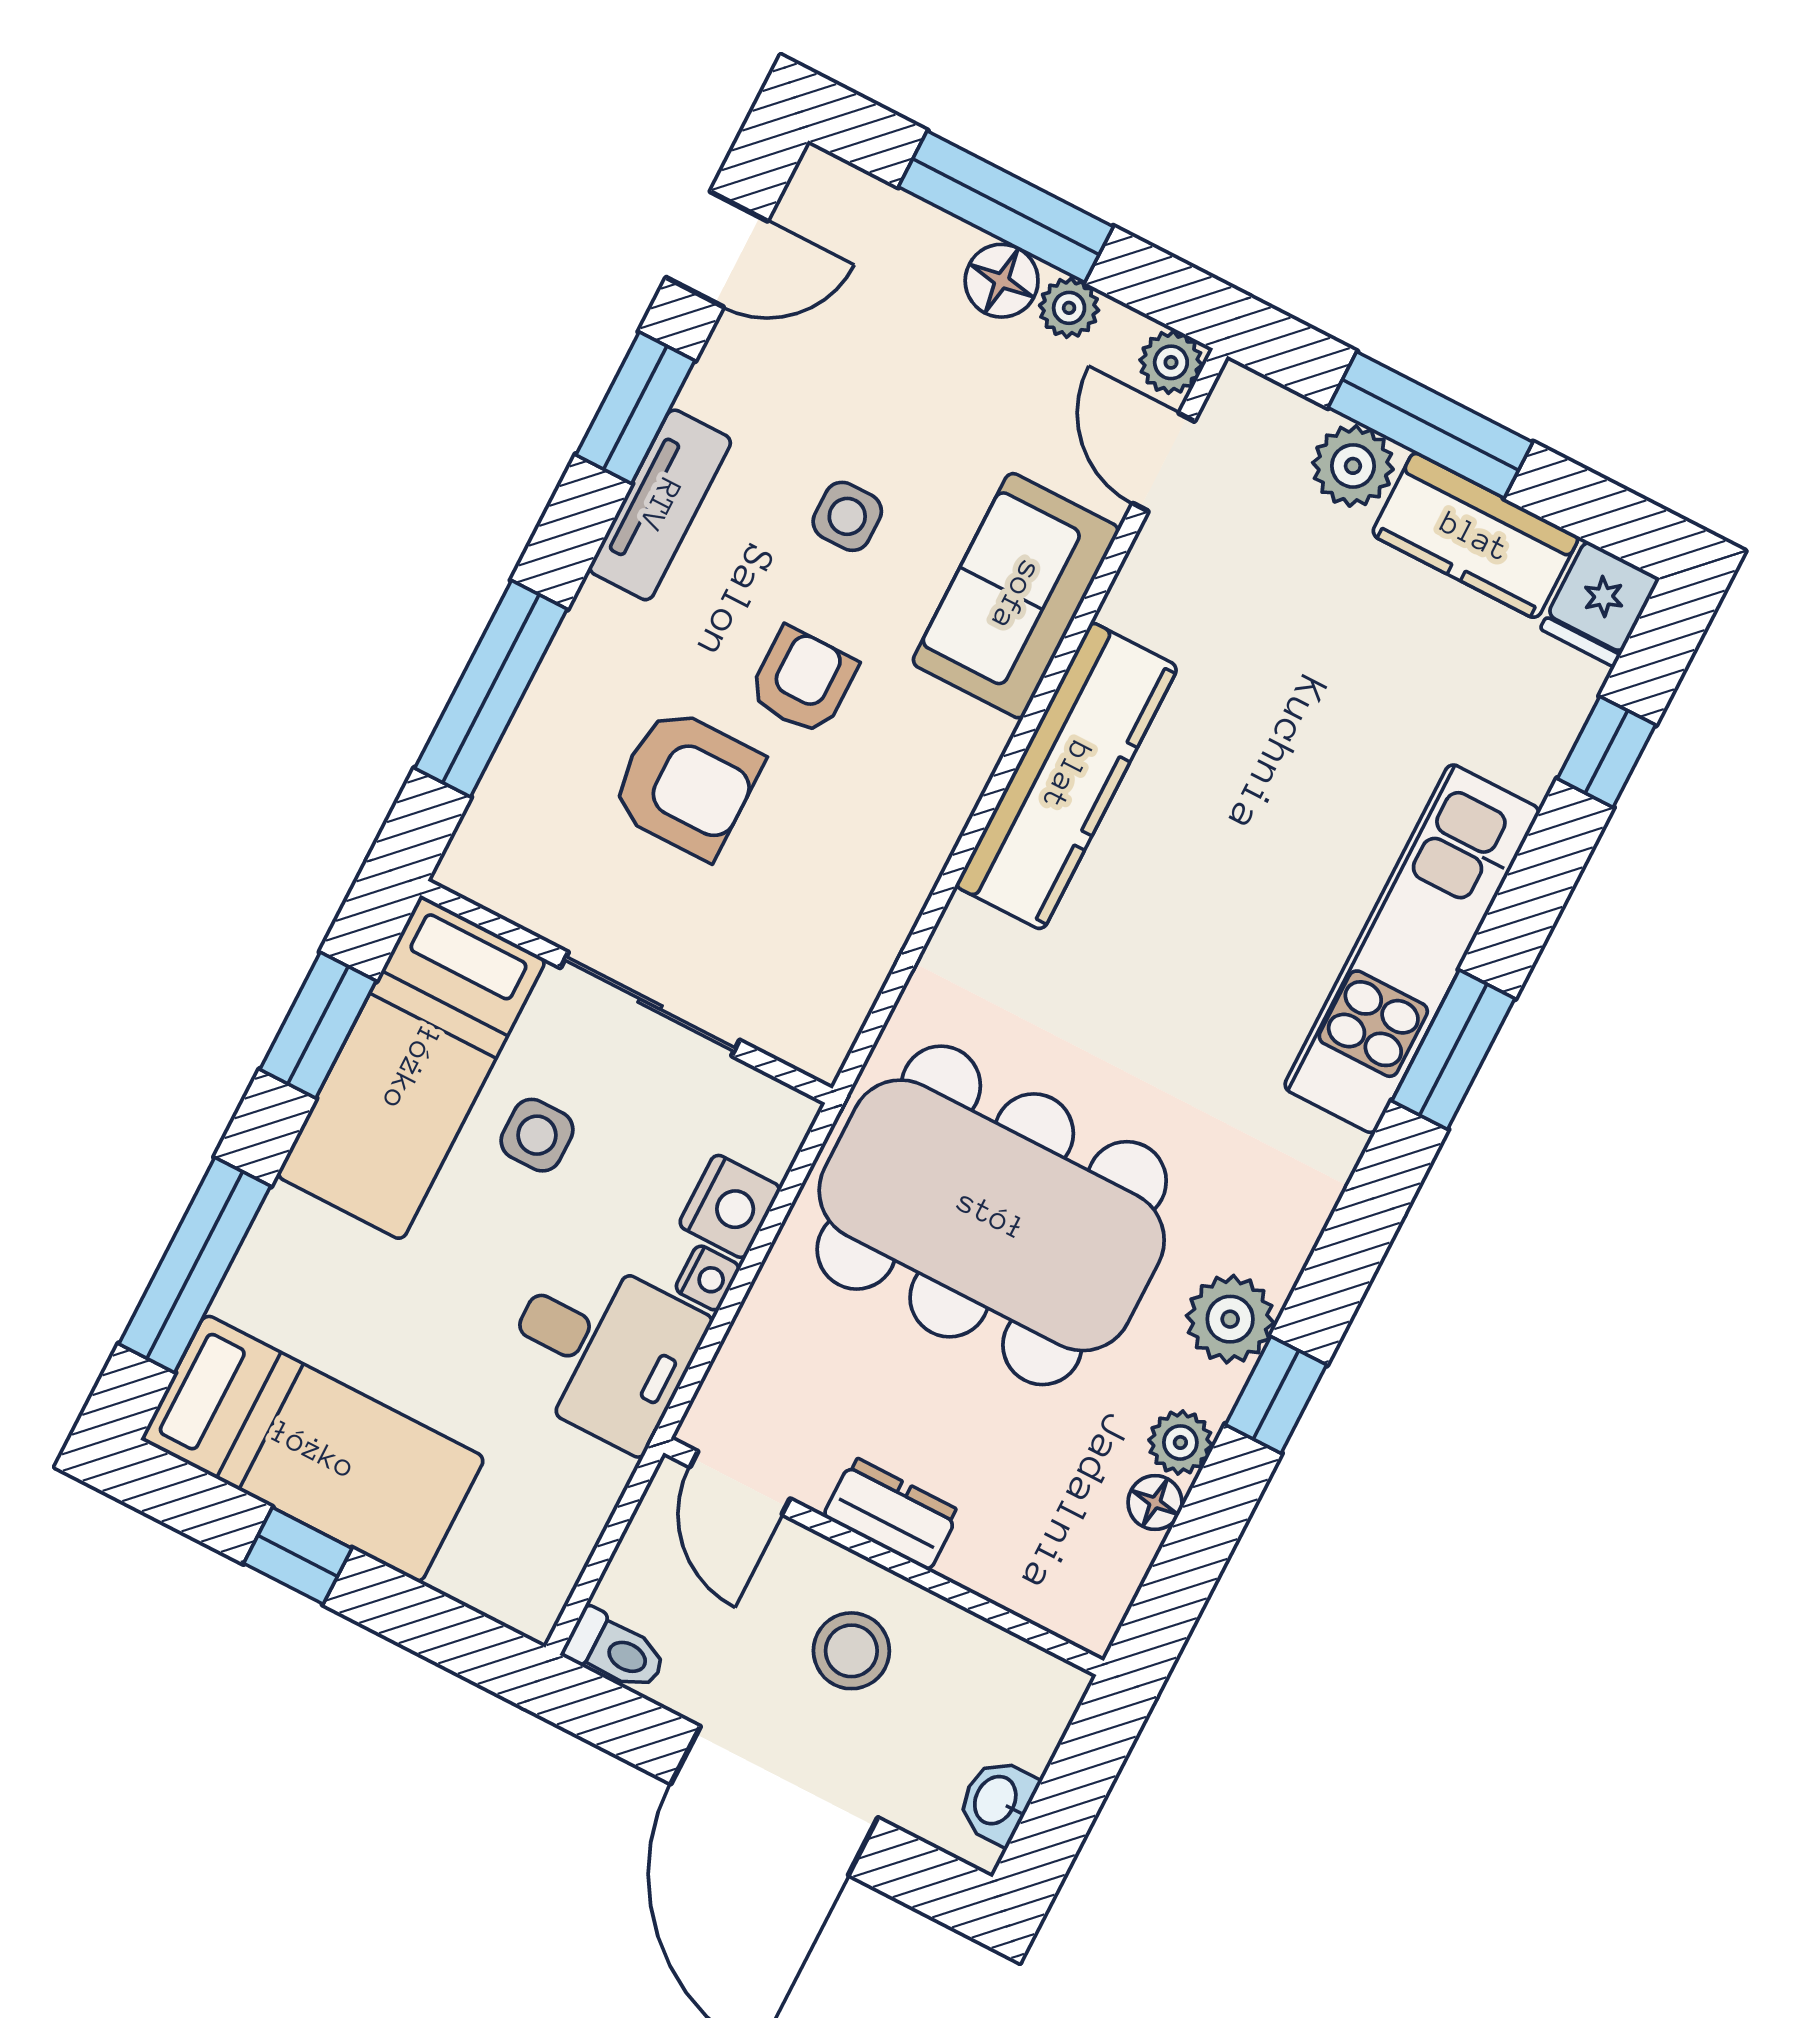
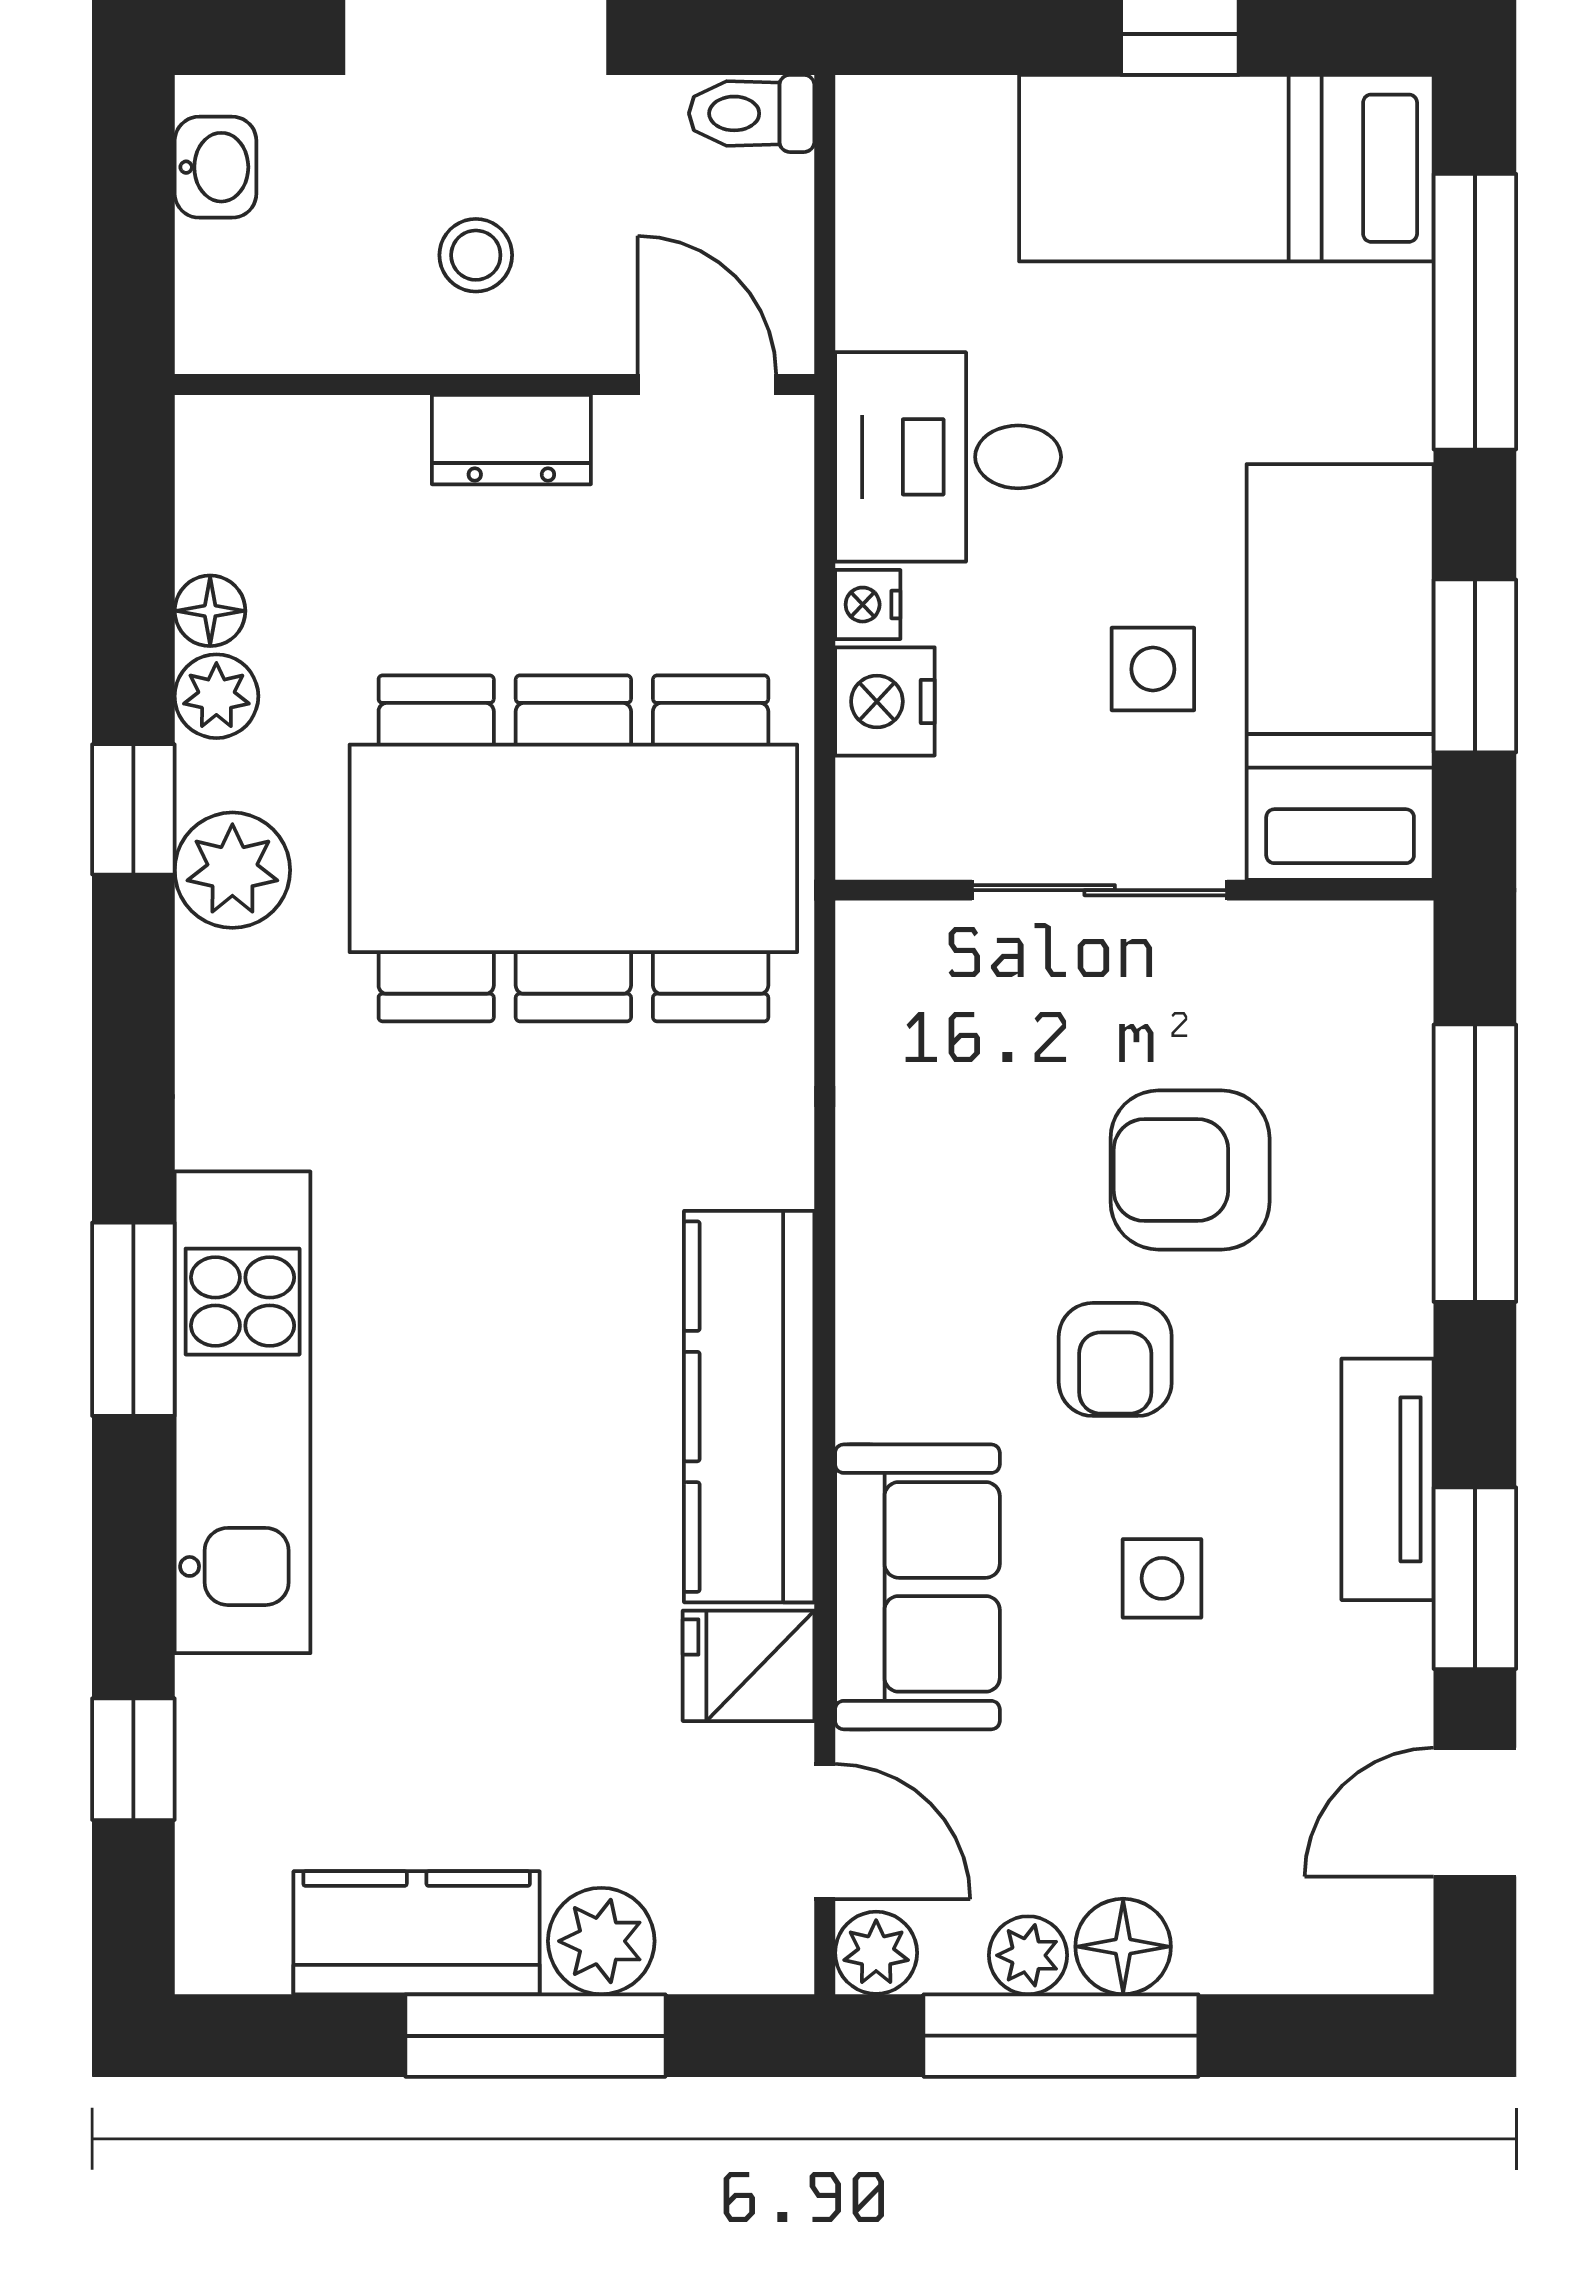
window: (1006, 207) -> (1061, 2036), moved
fridge: (1600, 604) -> (749, 1666), moved, turned -90
stool: (851, 1651) -> (476, 255), width x0.73, depth x0.73

